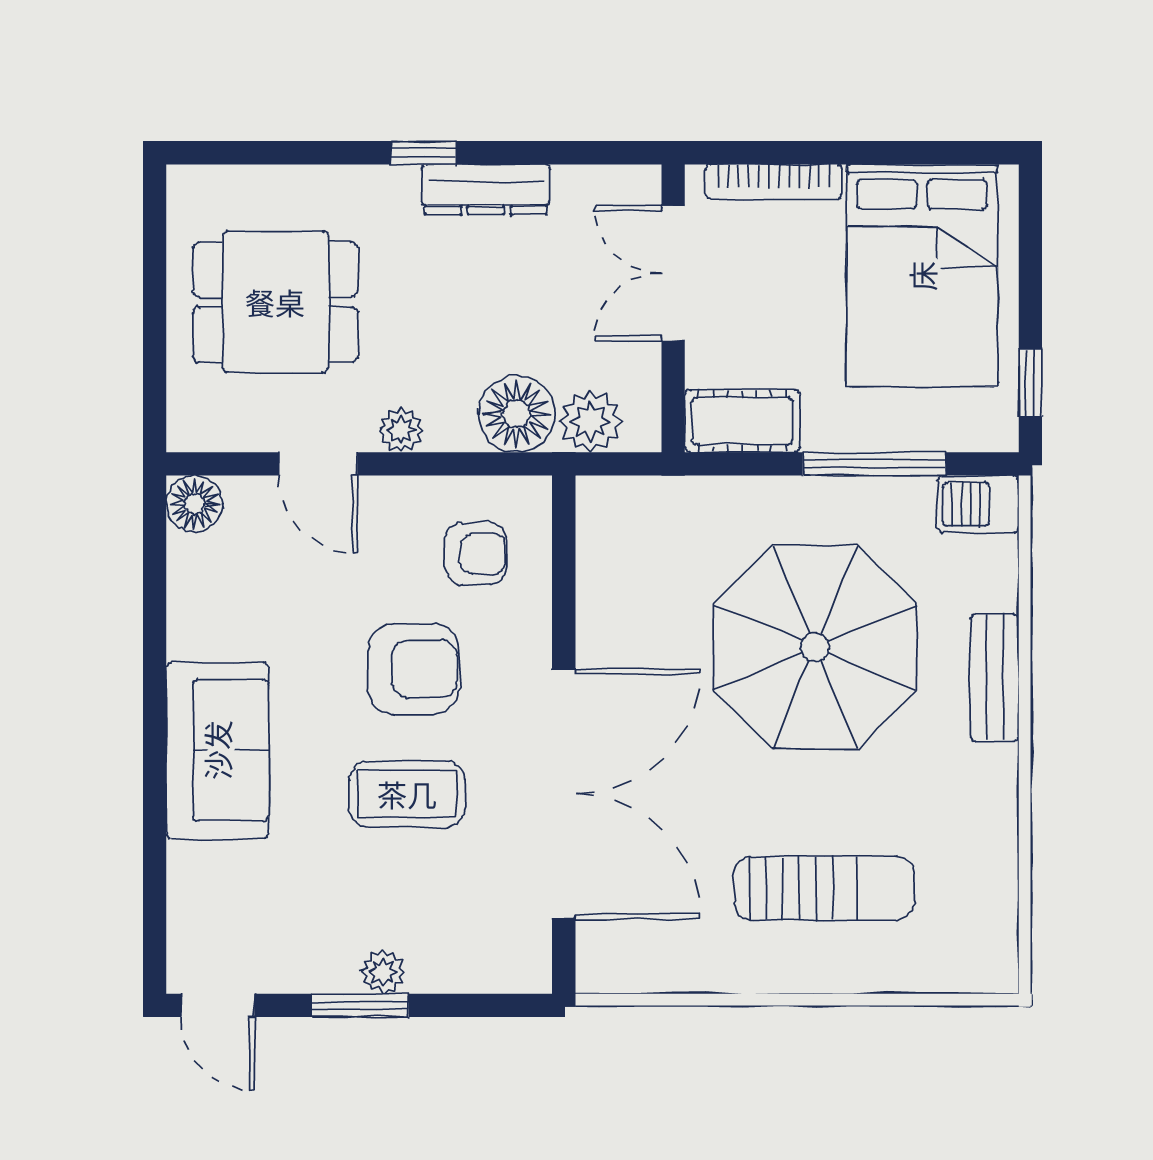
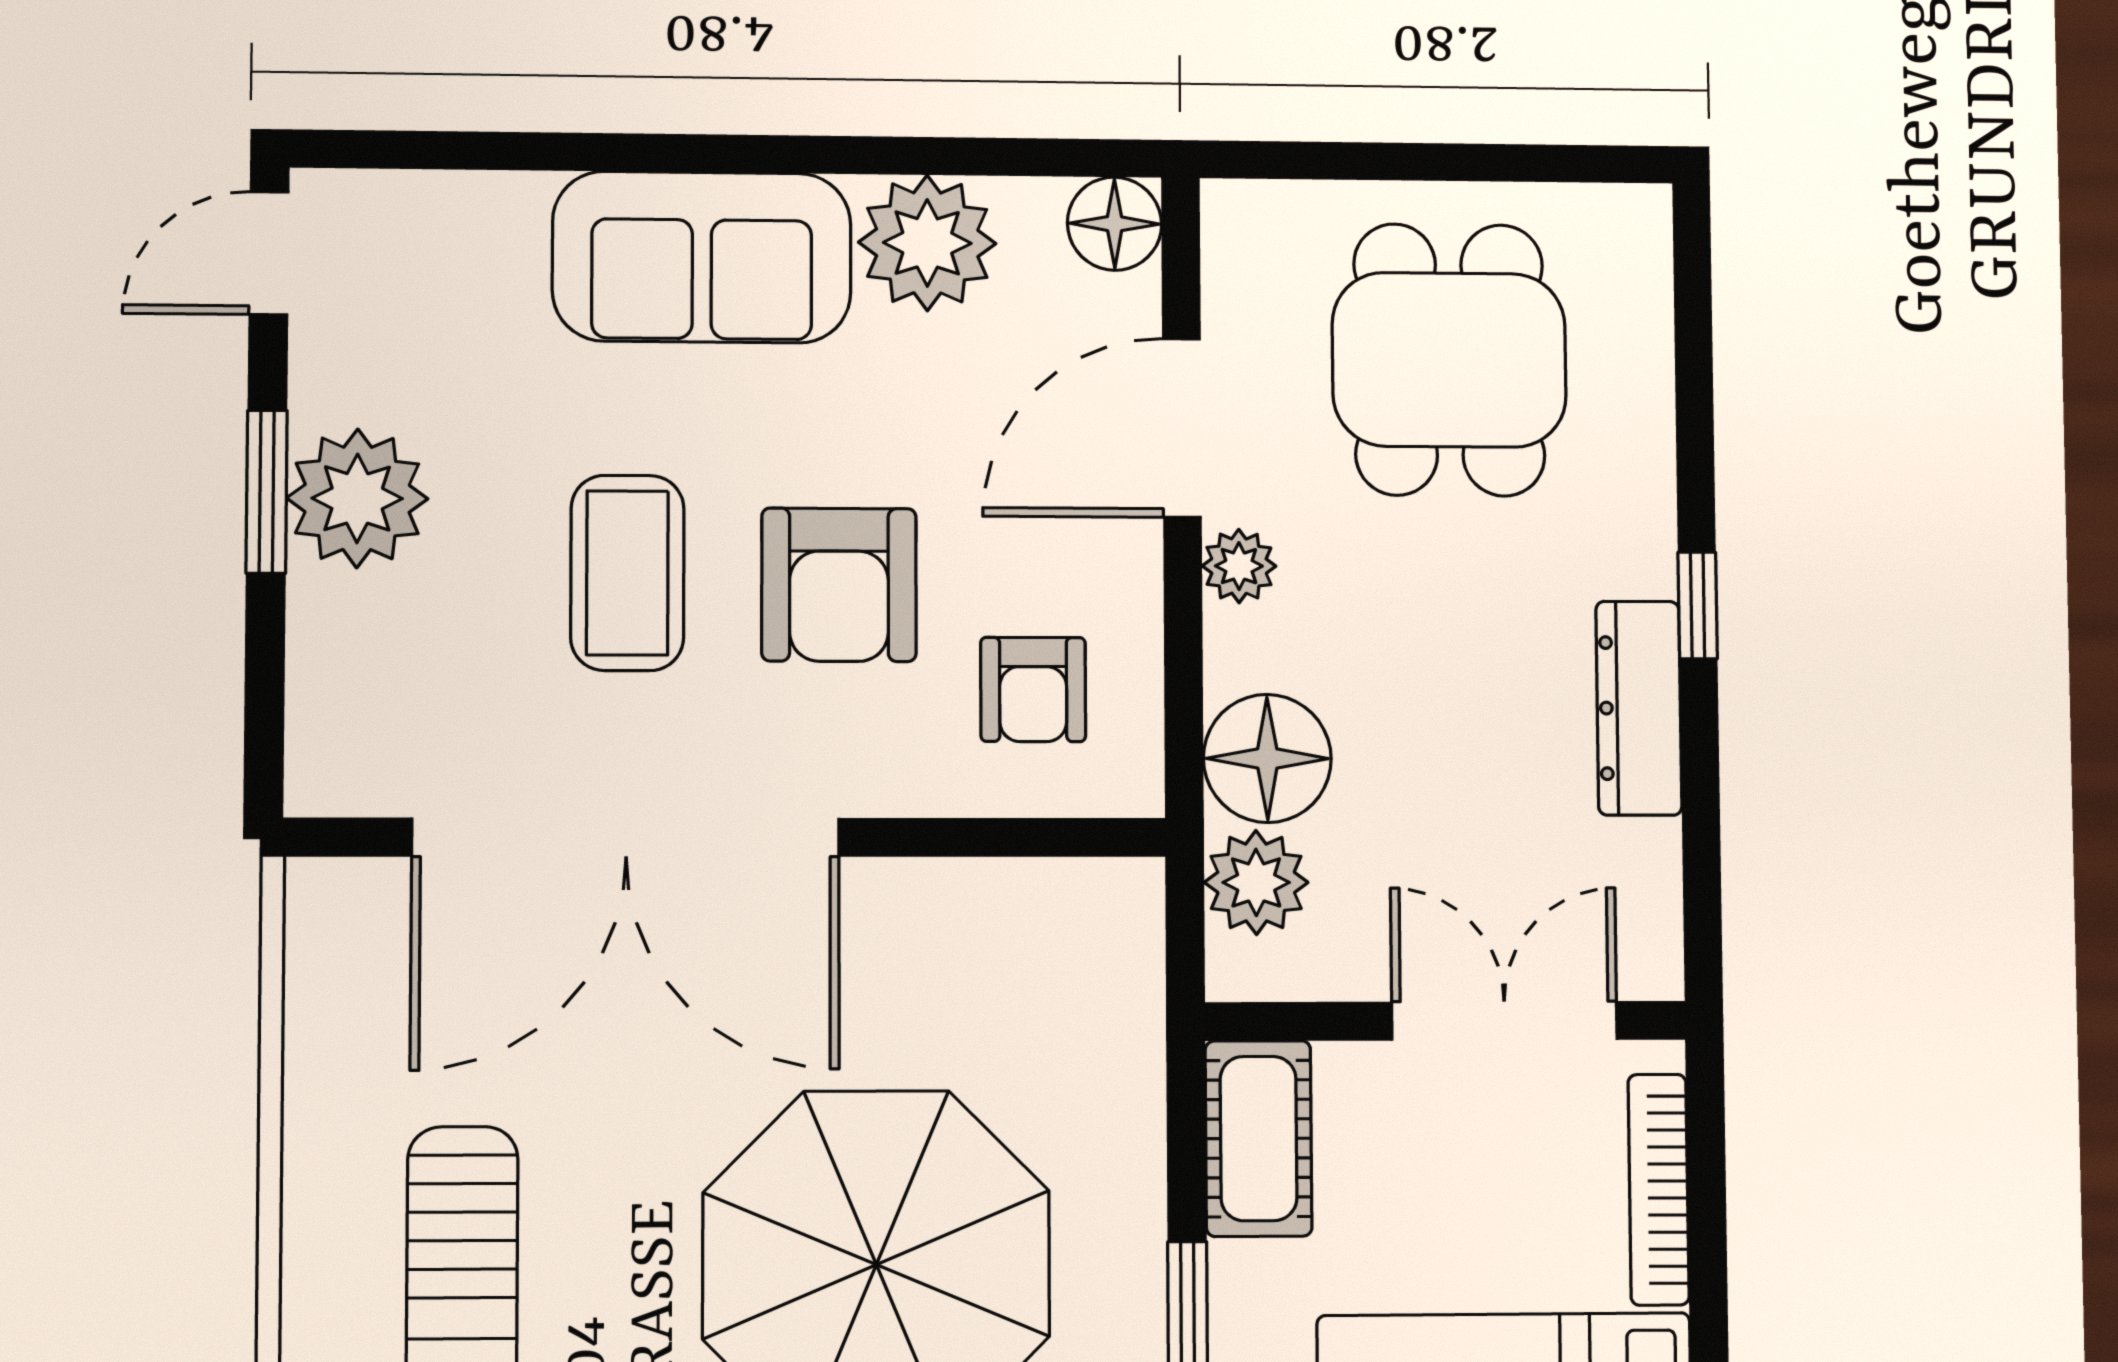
door: (318, 464) -> (1182, 428), width x1.38
plant: (207, 616) -> (927, 243), added
plant: (383, 972) -> (357, 498), width x1.87, depth x1.87

